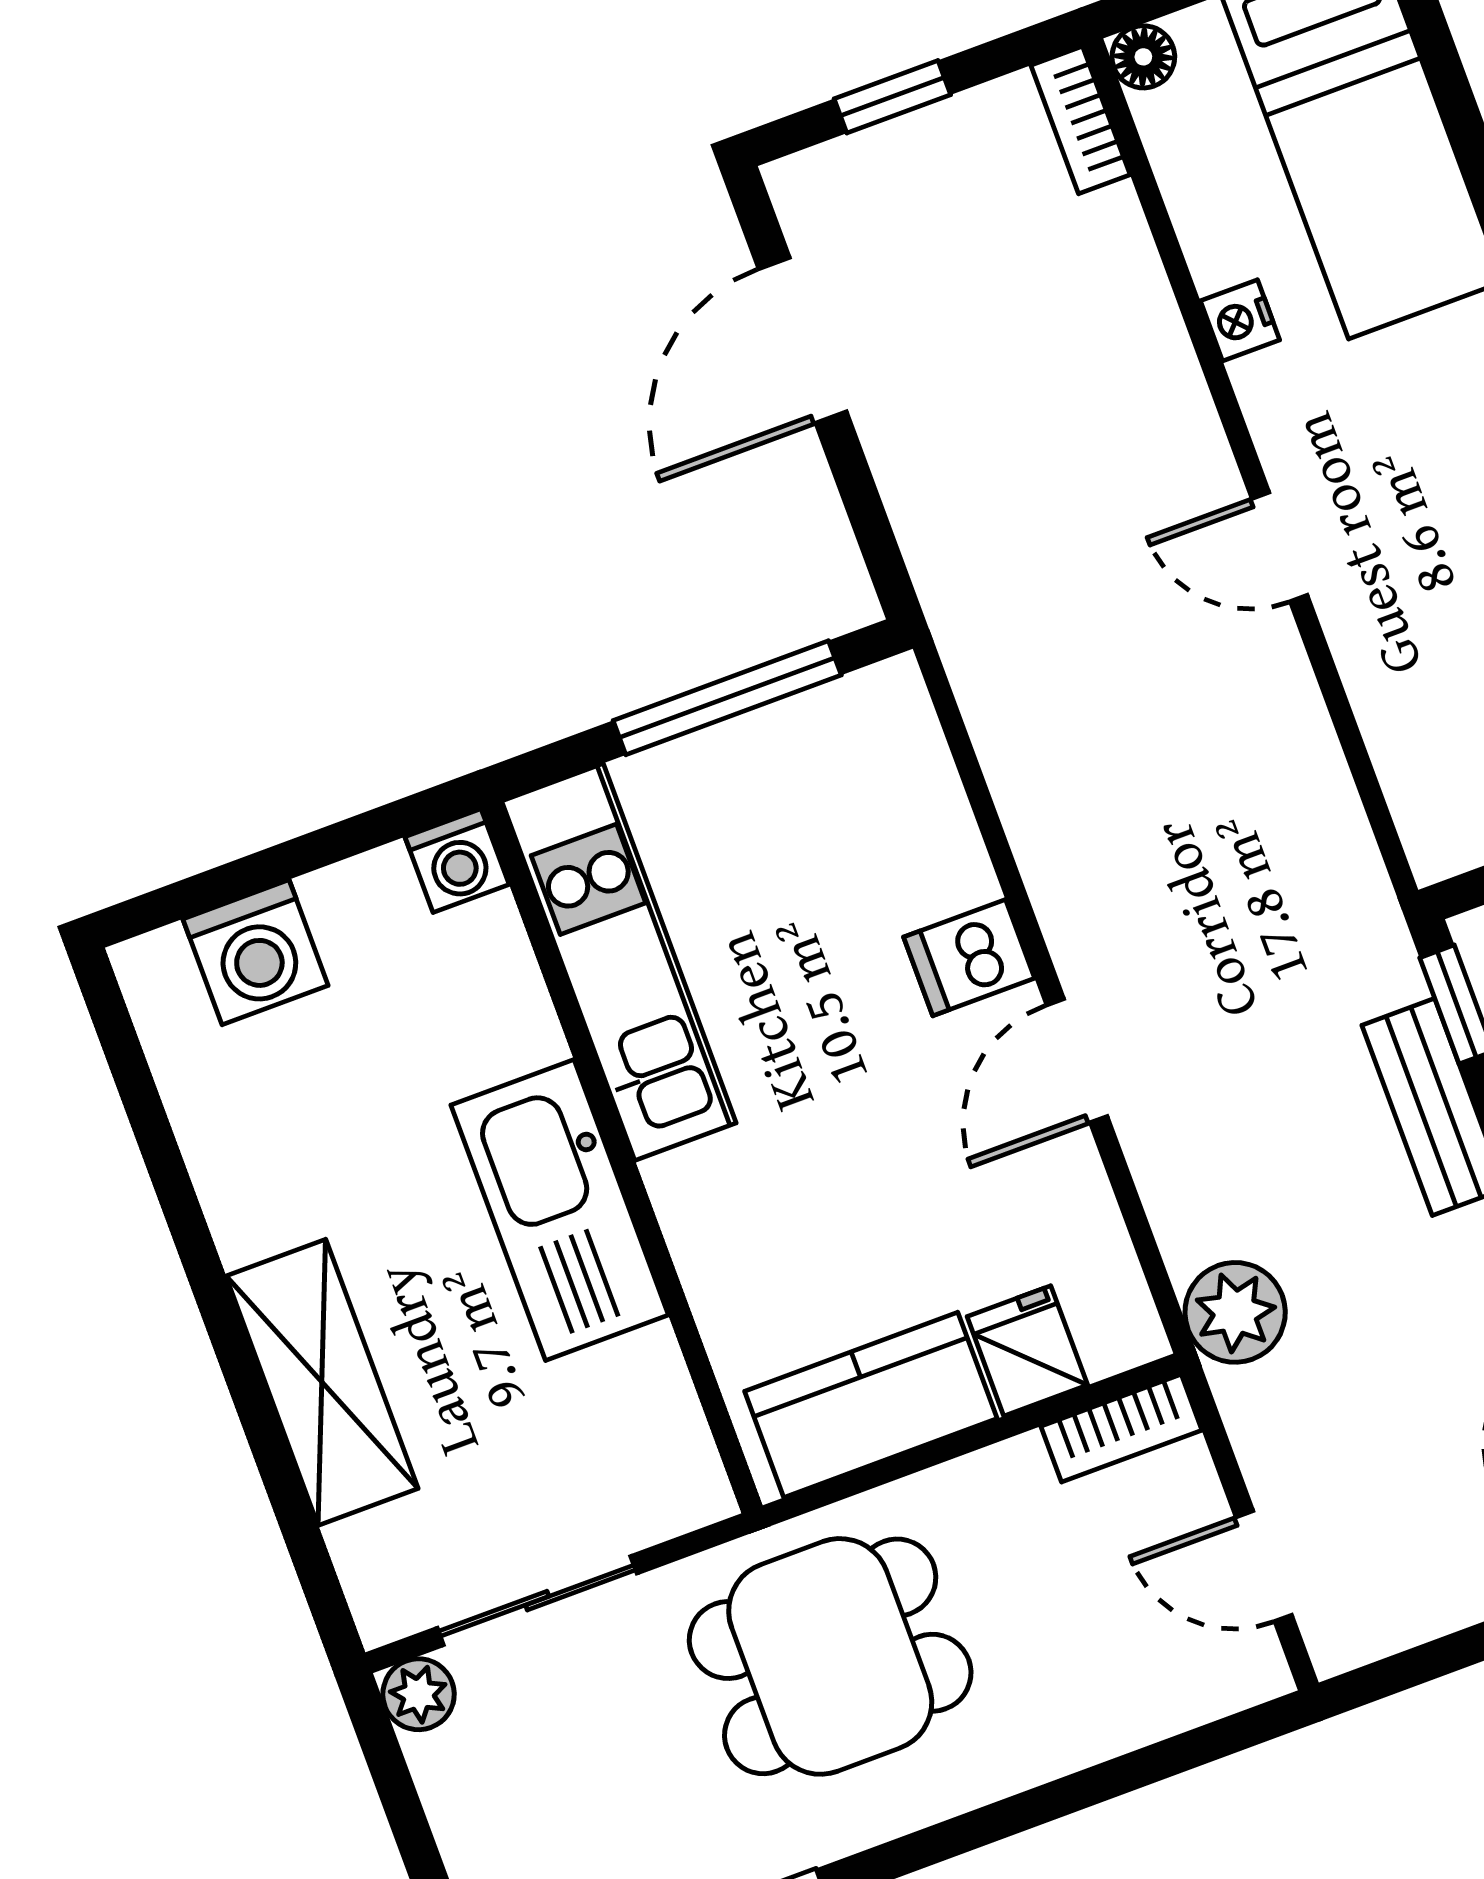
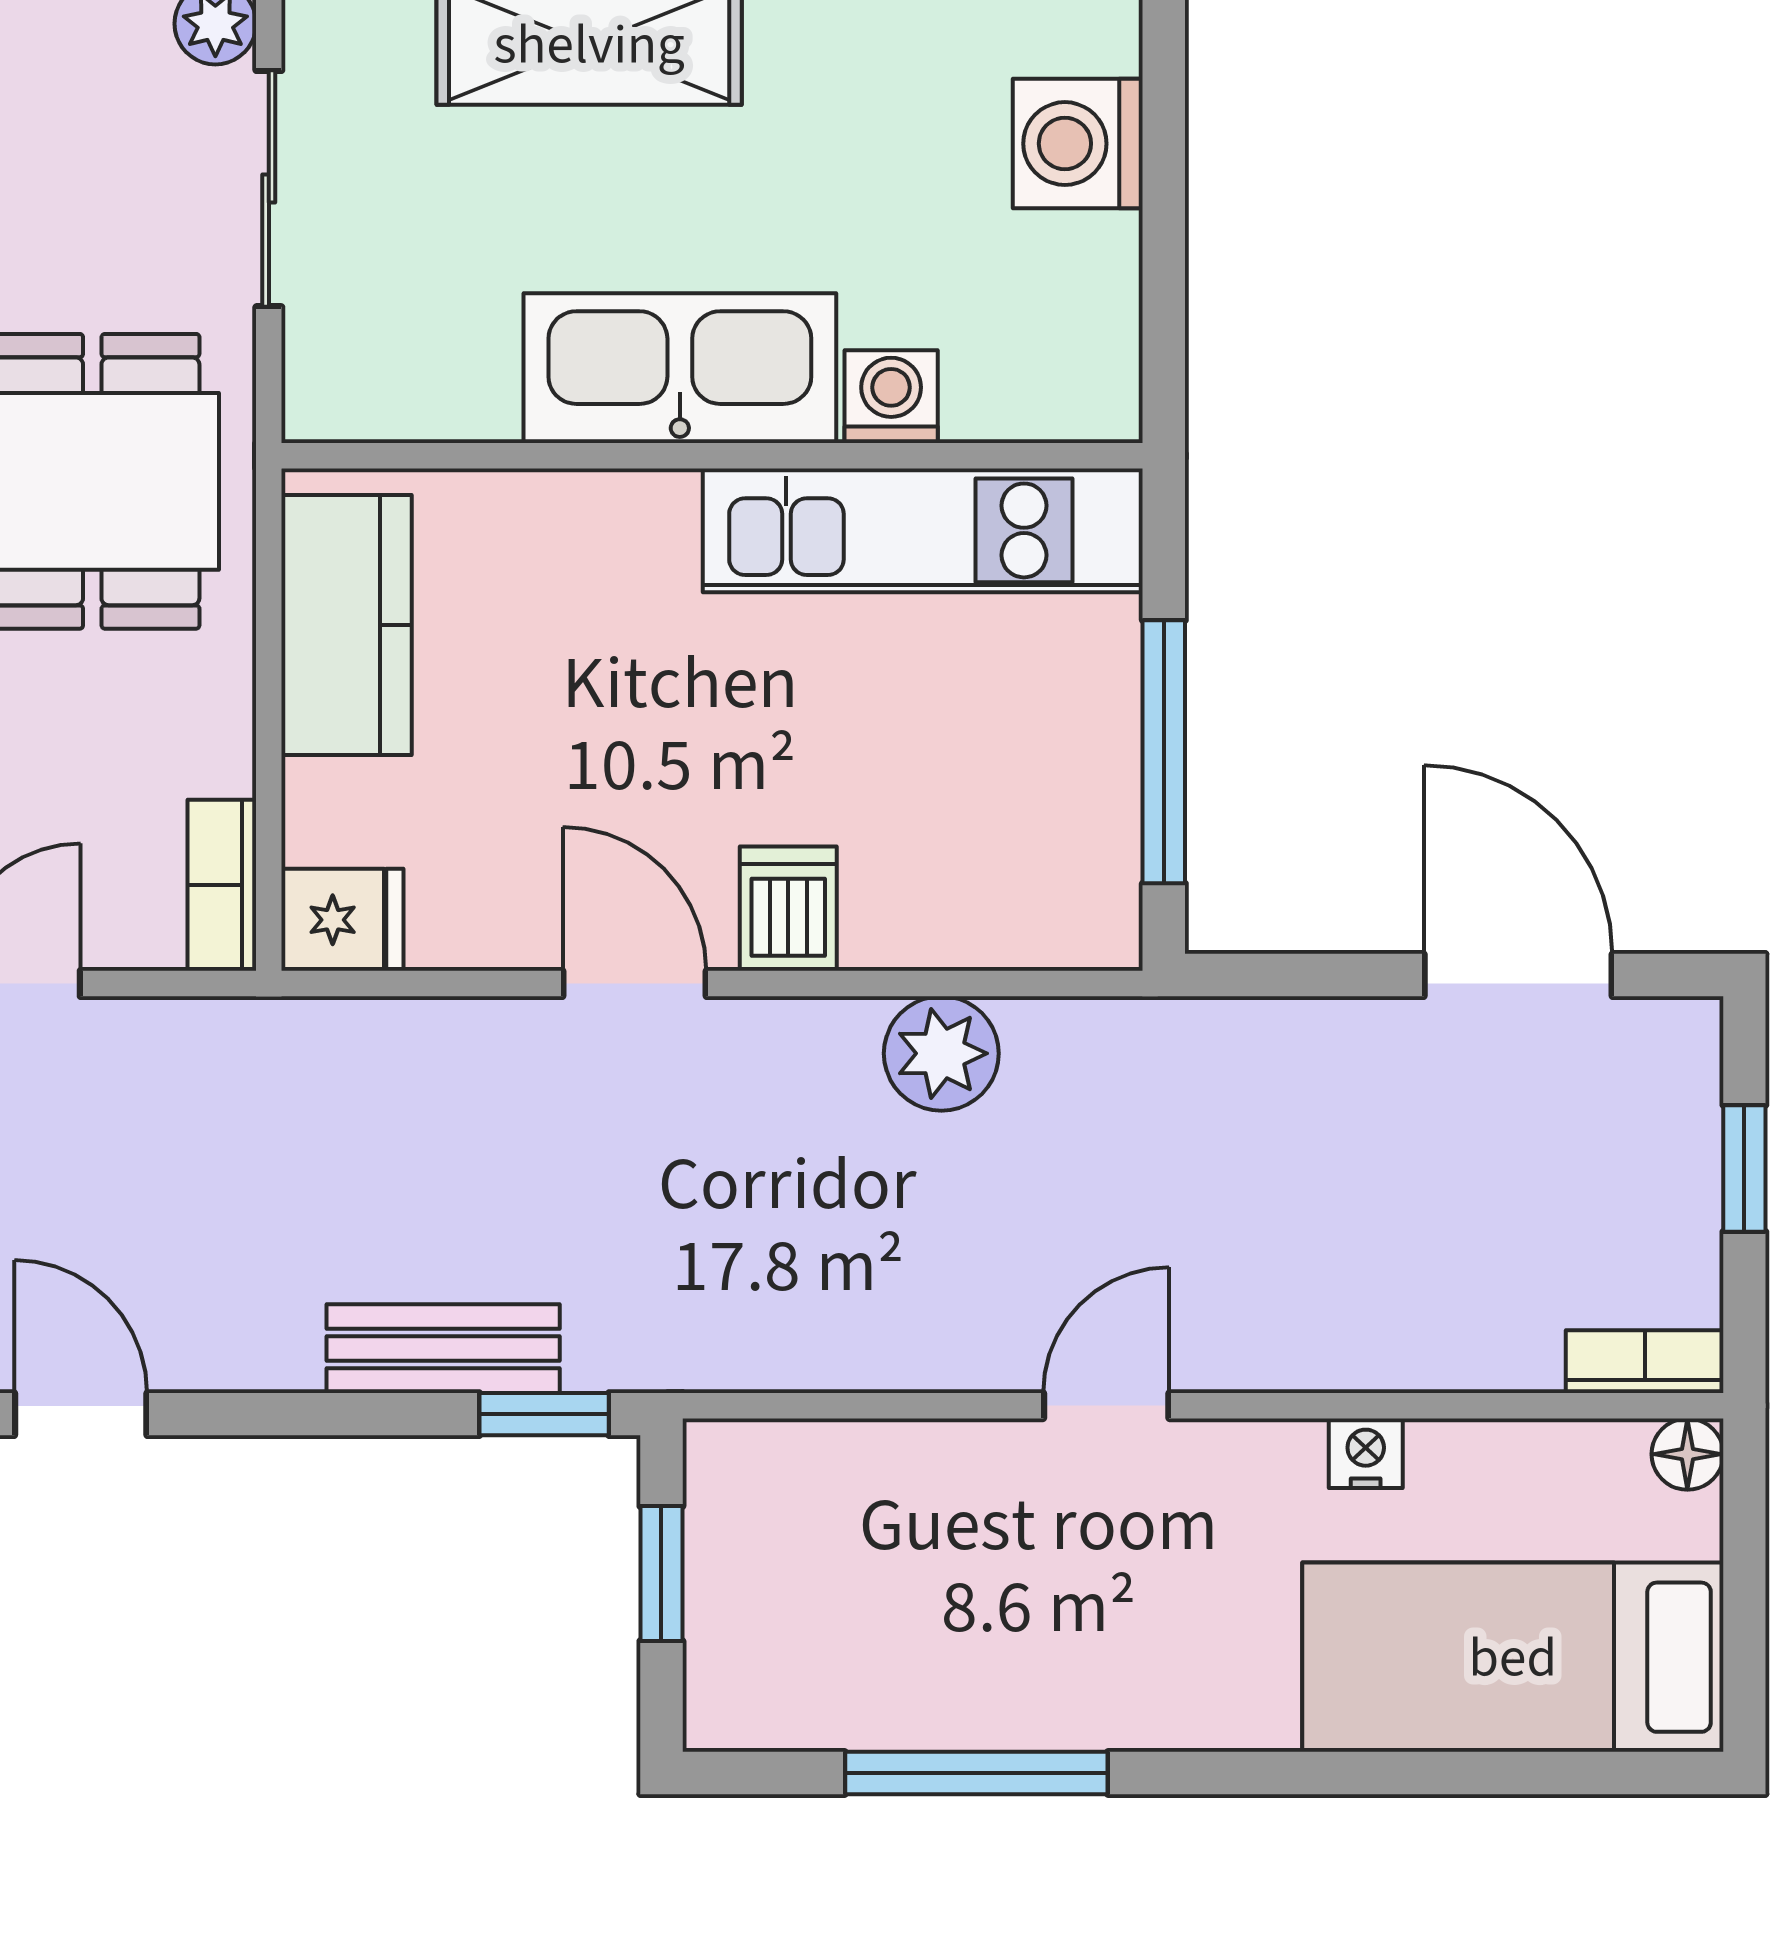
washing machine: (457, 861) -> (891, 397), moved, turned 90
plant: (1235, 1312) -> (941, 1053), moved
fridge: (1027, 1351) -> (342, 920), moved

